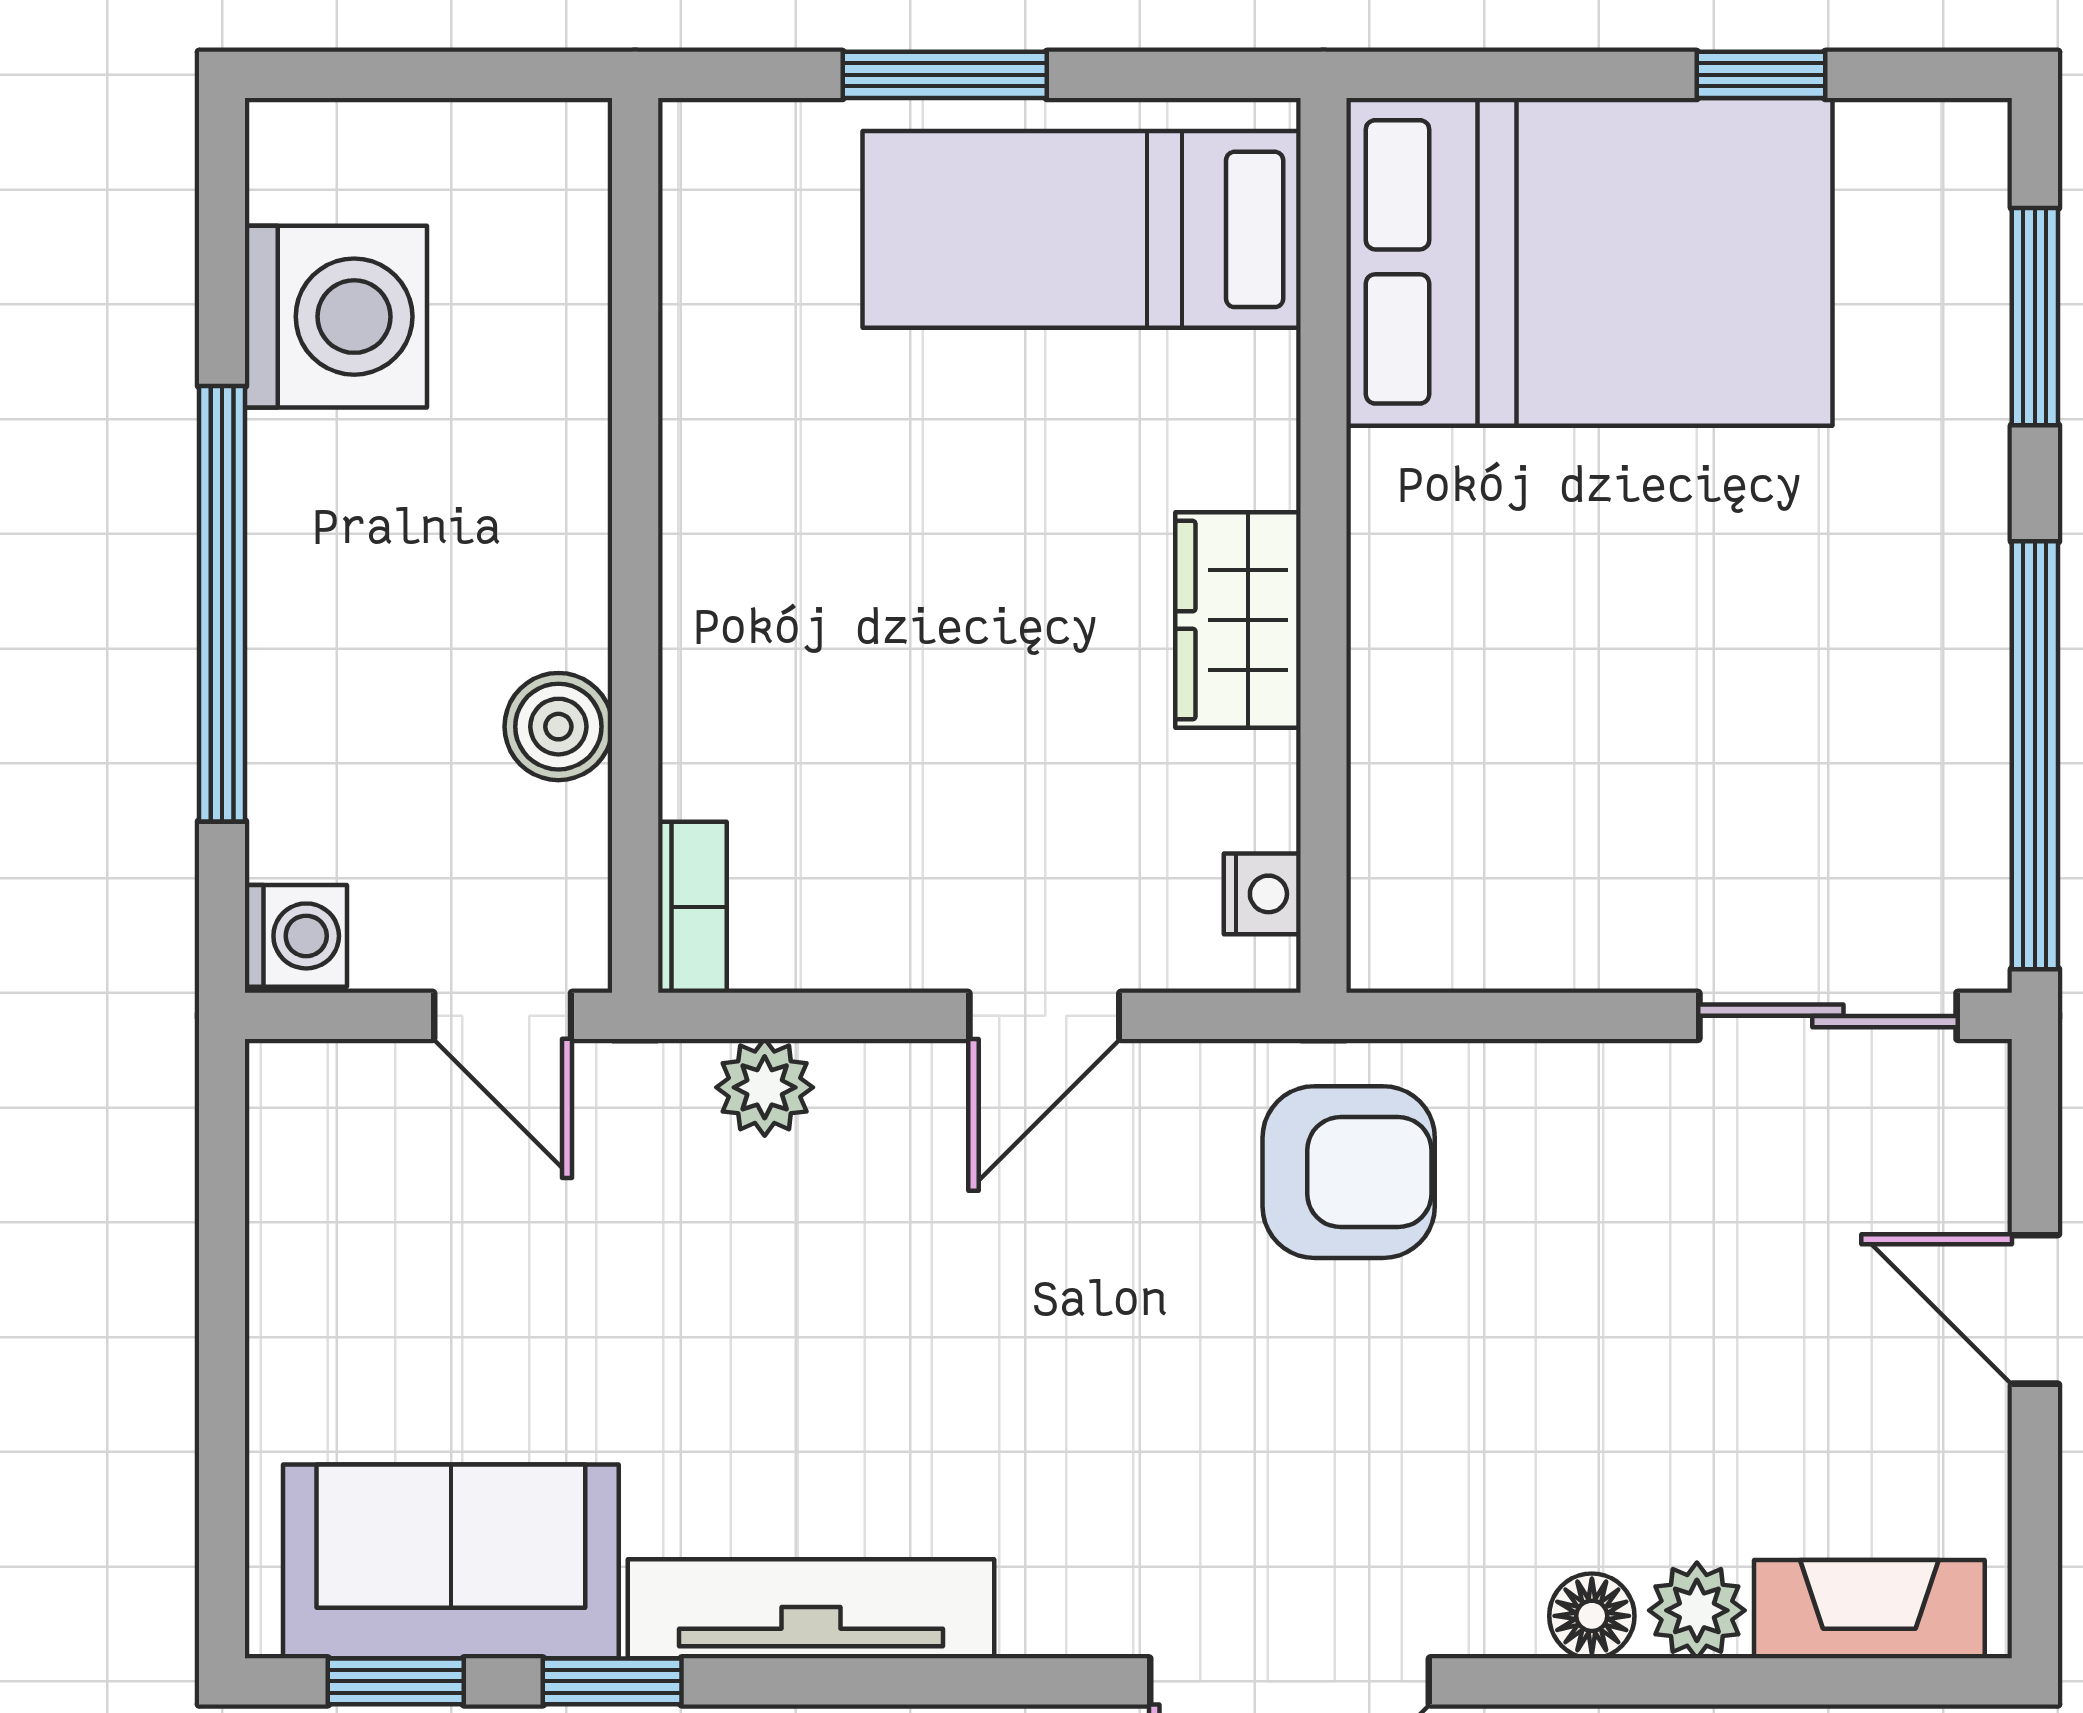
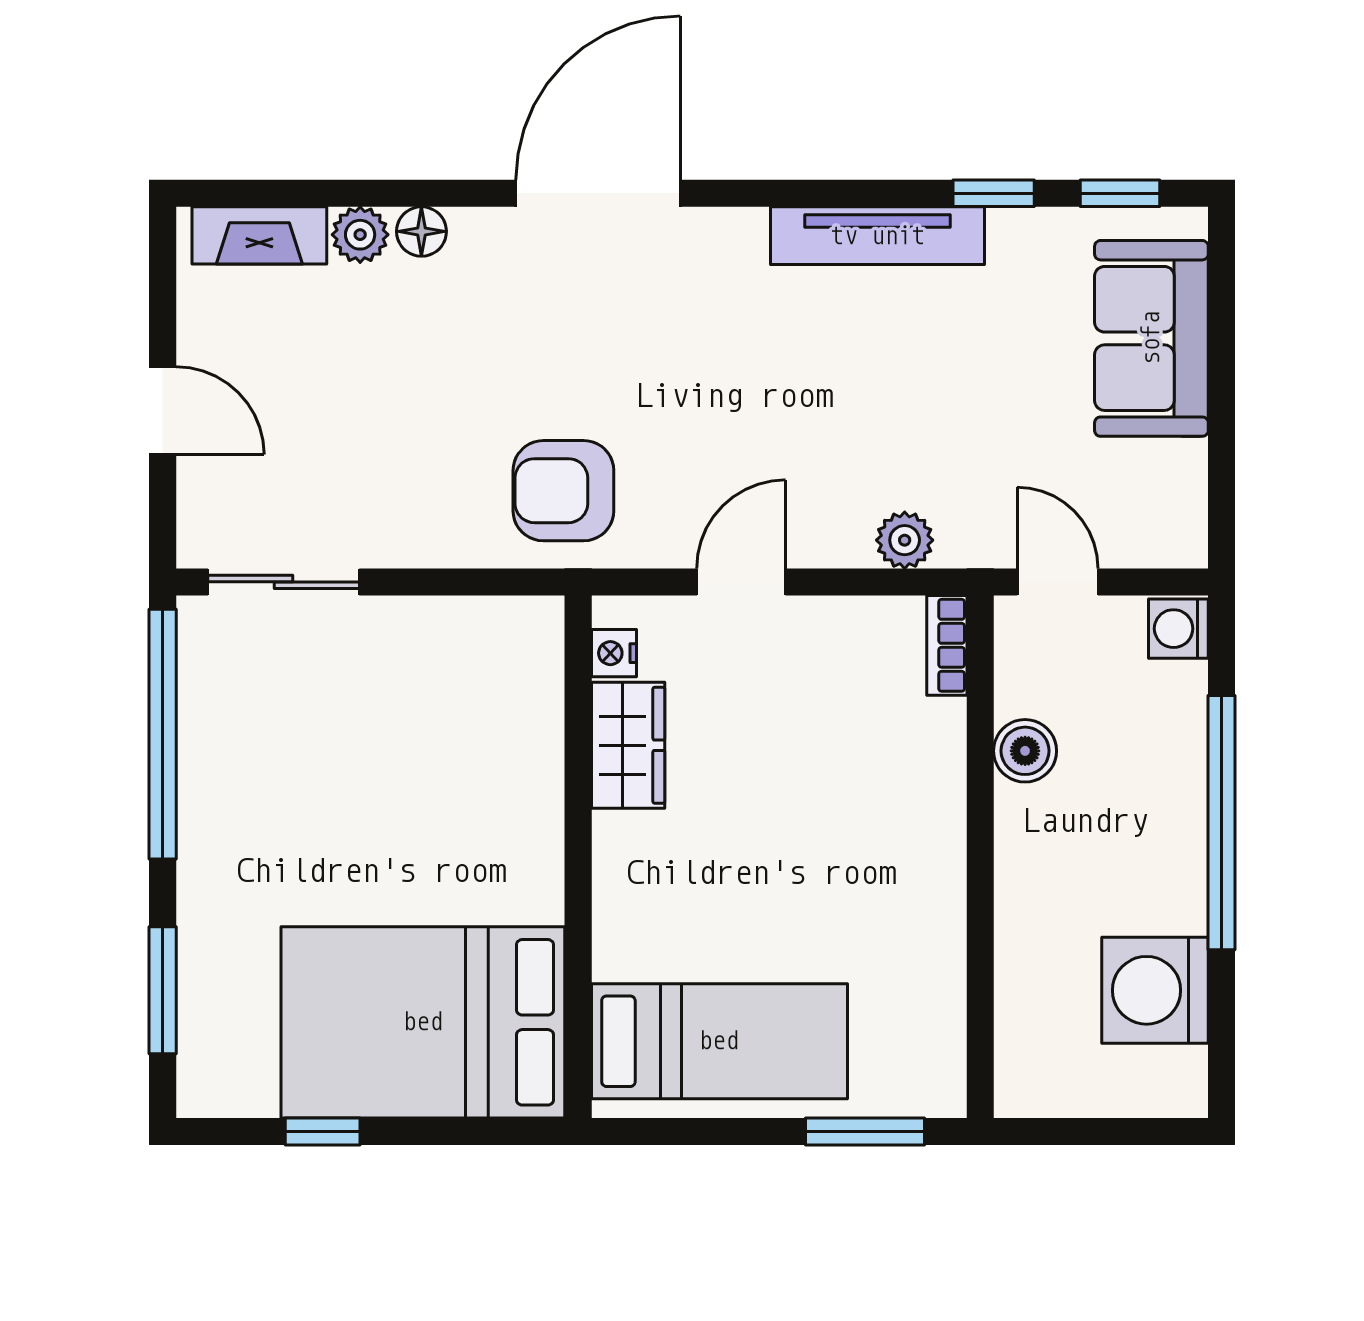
window: (945, 75) -> (865, 1131), moved
wardrobe: (1238, 620) -> (628, 745), moved
sofa: (451, 1561) -> (1151, 338), moved, turned 90

